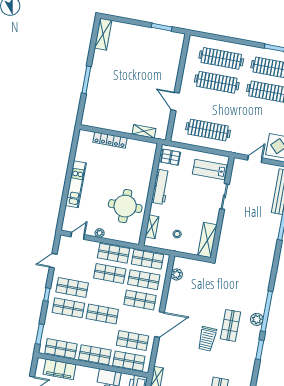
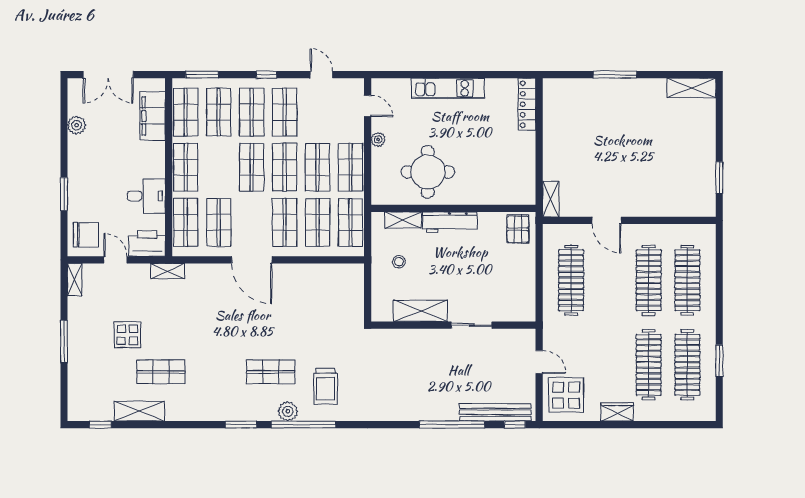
door: (175, 101) -> (607, 220), swing flipped
shelving: (144, 131) -> (551, 199), moved
locker: (110, 140) -> (527, 104), moved
lab bench: (210, 169) -> (510, 294), removed
workbench: (161, 187) -> (450, 222), moved
shelving: (207, 240) -> (420, 311), moved
plant: (177, 274) -> (335, 272), removed
shop shelf: (106, 294) -> (285, 167), added
shop shelf: (65, 328) -> (219, 112), added
trolley: (207, 339) -> (325, 386), moved, turned -93

